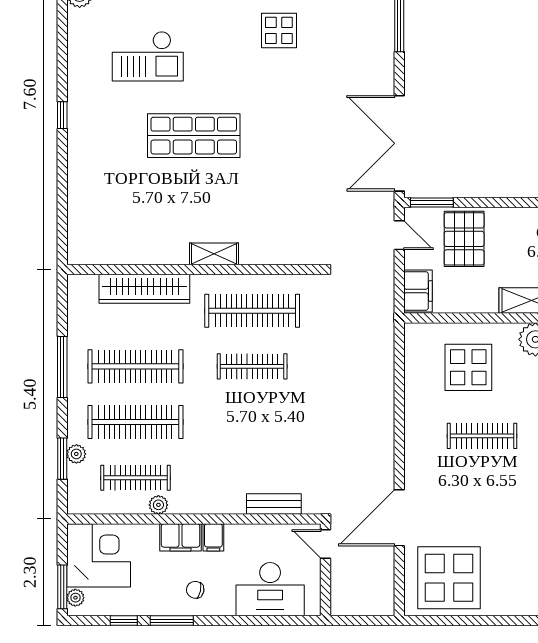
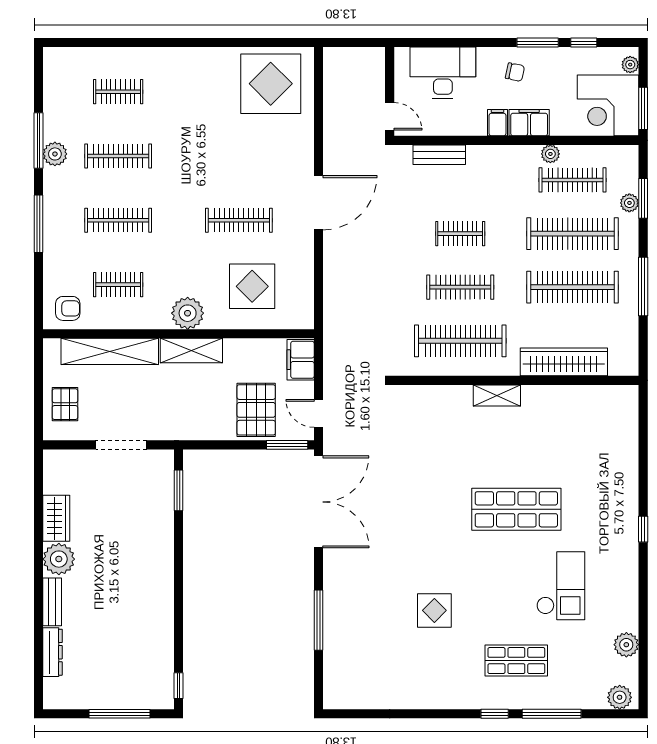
checkout: (148, 56) -> (561, 586), turned 90
clothes rail: (252, 422) -> (460, 234), added
door: (399, 518) -> (319, 203), moved
window: (62, 587) -> (643, 108), moved

